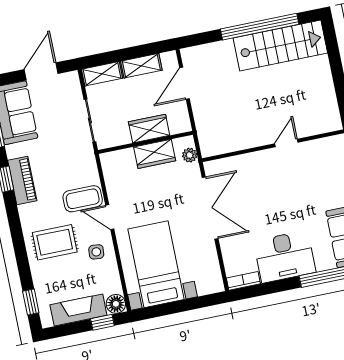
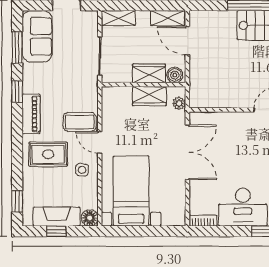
shelving: (141, 66) -> (168, 18), moved
door: (184, 83) -> (187, 41), hinge flipped
boiler: (178, 124) -> (175, 75), added
piano: (22, 180) -> (31, 114), moved
window: (102, 322) -> (56, 231), moved

